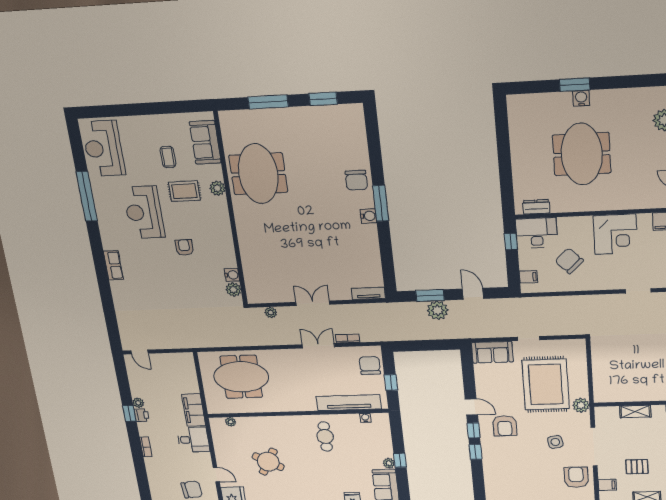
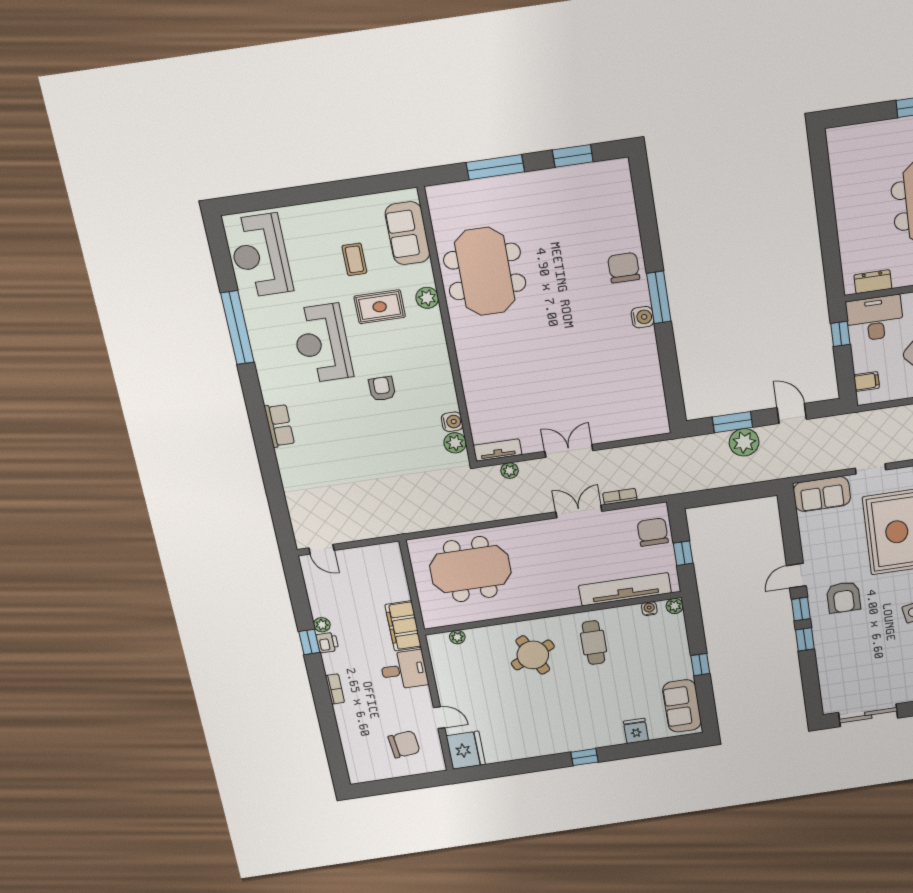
chair: (356, 180) -> (624, 268), turned 180
tv unit: (369, 293) -> (497, 450), moved
door: (471, 407) -> (796, 576), swing flipped
round table: (268, 462) -> (533, 655), moved, turned 36
plant: (389, 463) -> (675, 606), moved

